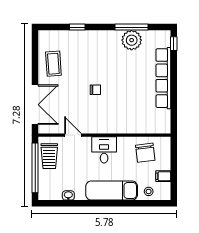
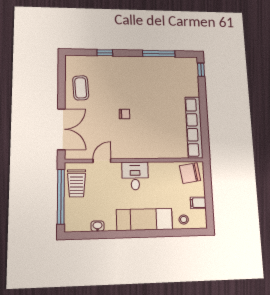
plant: (132, 40) -> (160, 66), removed
row of seats: (163, 78) -> (194, 127), moved
door: (73, 135) -> (102, 161), hinge flipped
chair: (145, 153) -> (190, 173), moved, turned 88

